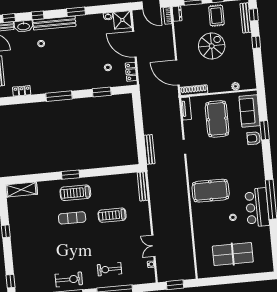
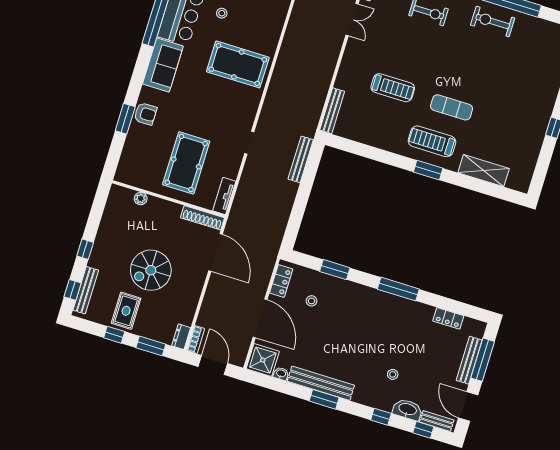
bench: (54, 23) -> (321, 383), moved
sofa: (250, 111) -> (163, 65), moved
shelving: (21, 190) -> (484, 171), moved
treadmill: (75, 193) -> (432, 141), turned 180

